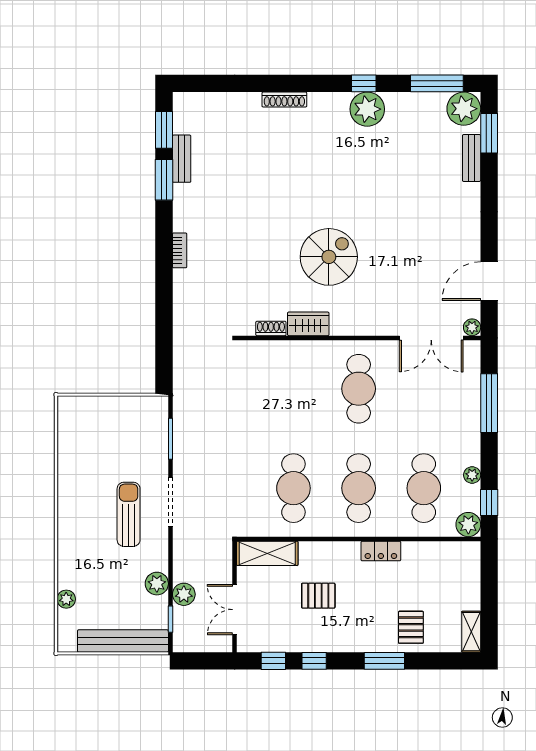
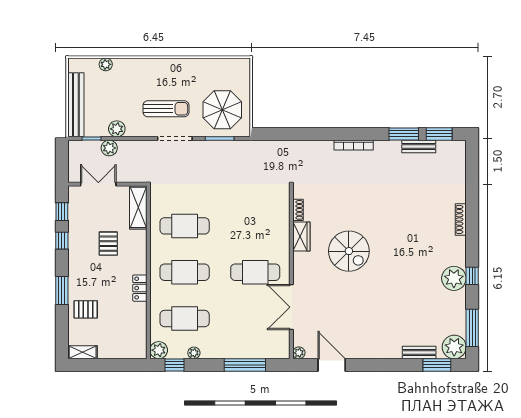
bookcase: (180, 250) -> (354, 145), width x1.56
double door: (431, 338) -> (291, 307), moved
parasol: (130, 435) -> (222, 110), added

